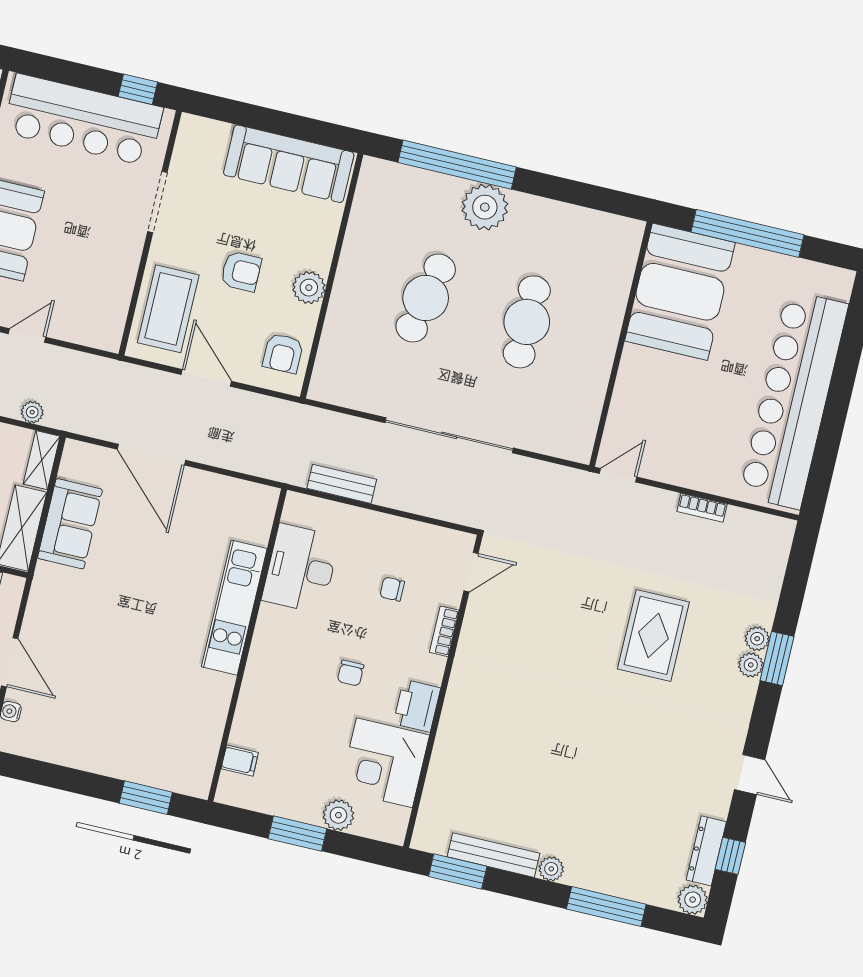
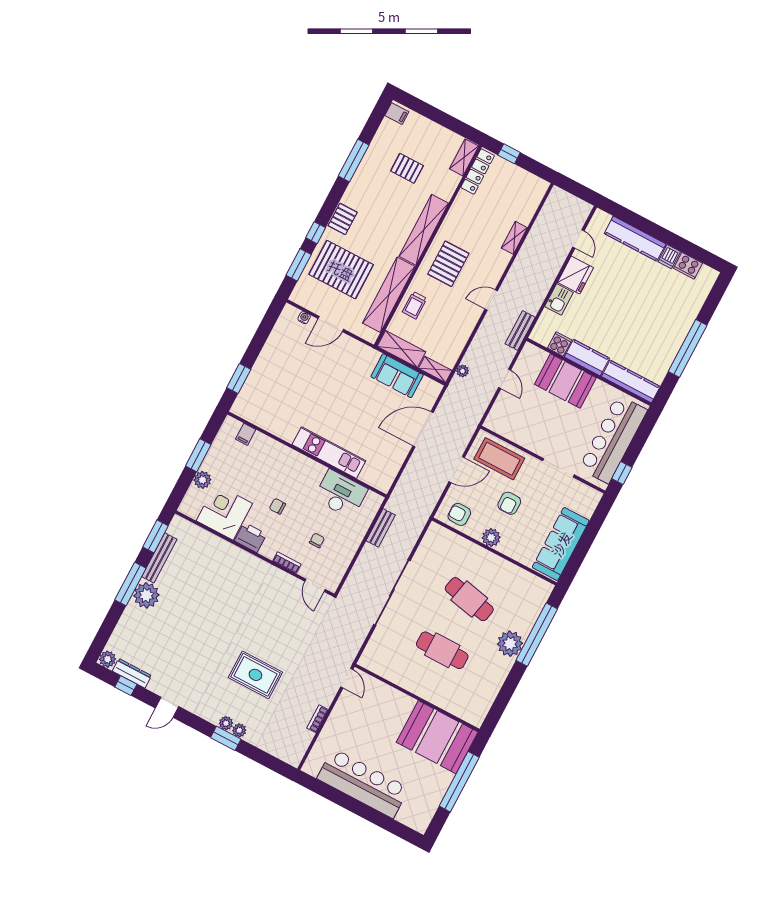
bar counter: (794, 400) -> (363, 783), width x0.73
plant: (551, 869) -> (146, 595), width x1.88, depth x1.88
window: (606, 907) -> (130, 584), moved

